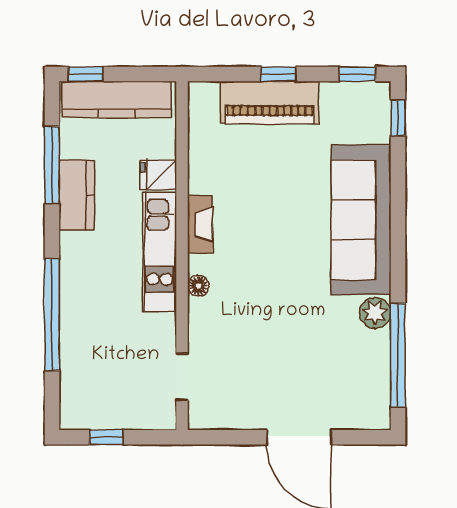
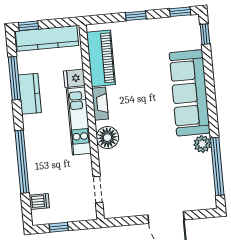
piano: (270, 103) -> (101, 58), moved, turned -90
floor lamp: (198, 286) -> (107, 138), width x1.89, depth x1.89
dishwasher: (76, 388) -> (39, 201), added

